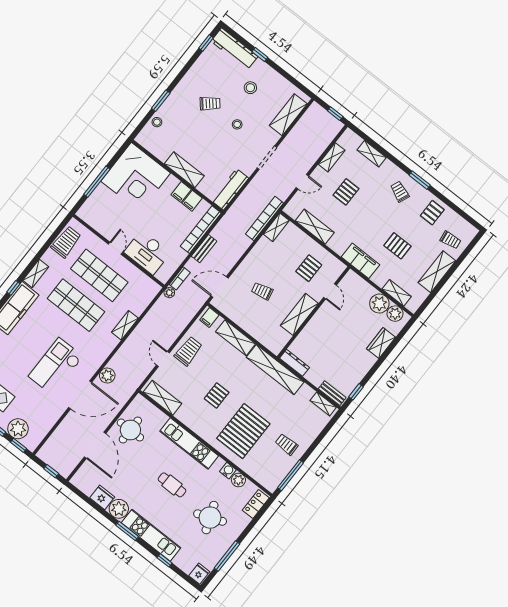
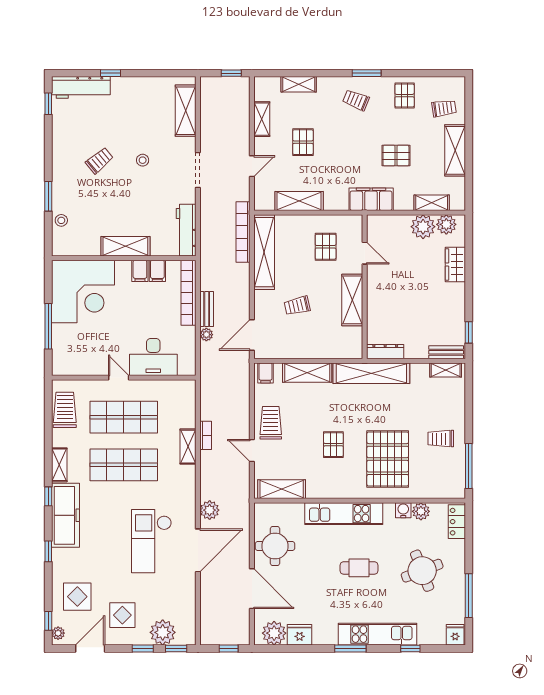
stool: (250, 88) -> (127, 113), removed
shelving: (276, 227) -> (264, 252), width x2.20, depth x1.33
bookcase: (180, 278) -> (206, 435), moved
plant: (169, 293) -> (206, 335), moved
plant: (119, 509) -> (274, 633), moved

